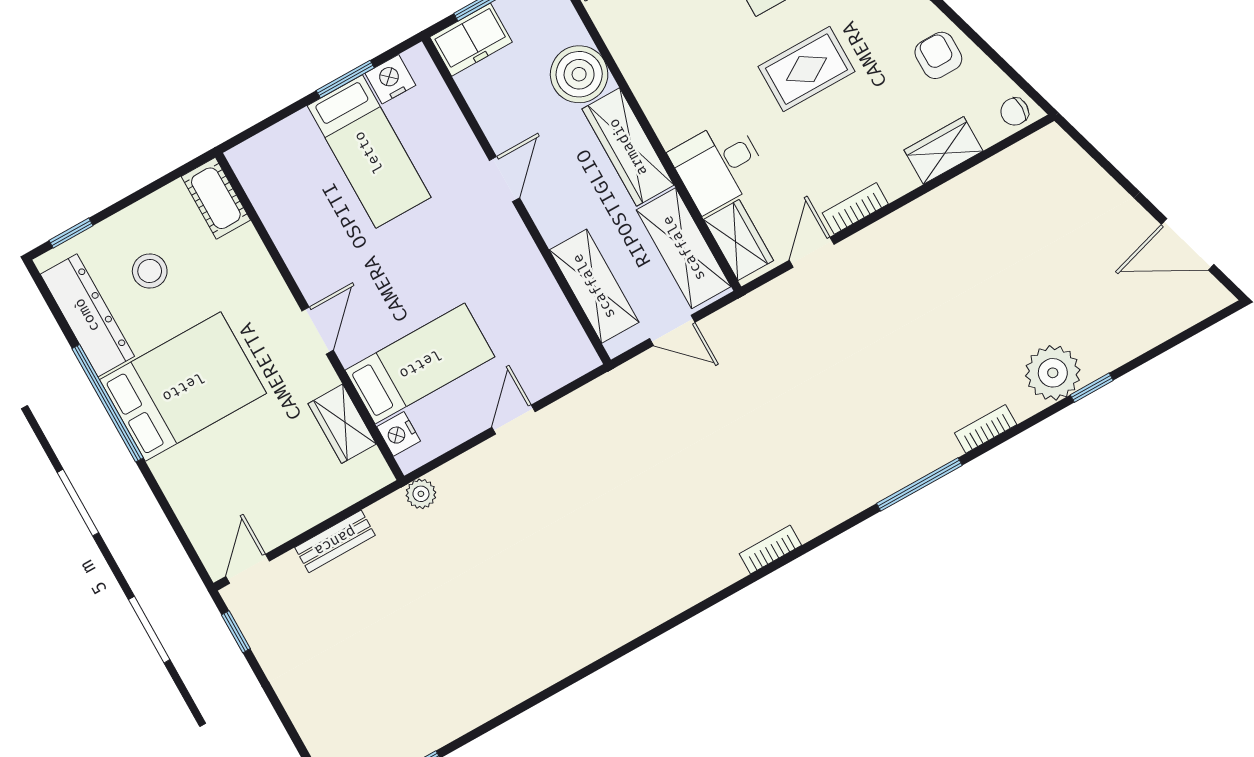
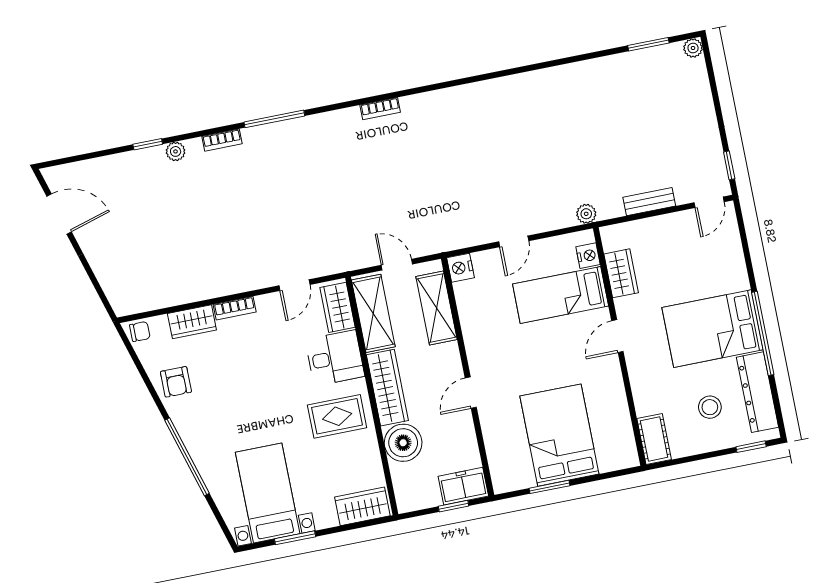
rug: (807, 69) -> (337, 416), moved
nightstand: (390, 79) -> (461, 268), moved, turned 90
bed: (369, 152) -> (559, 435), width x1.50
bookcase: (855, 208) -> (235, 308), moved
plant: (1053, 373) -> (176, 151), width x0.53, depth x0.53

